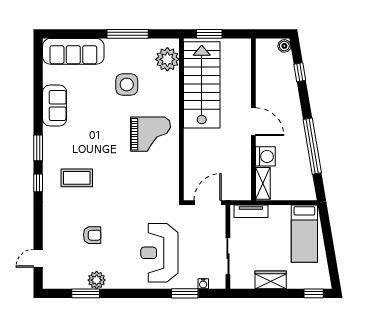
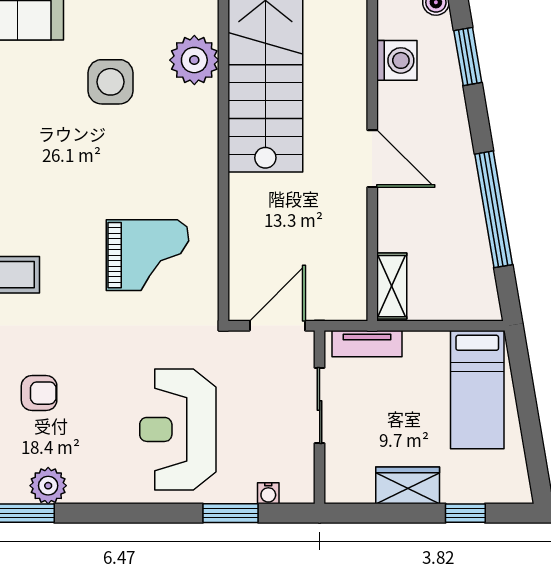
plant: (167, 59) -> (194, 60), moved
window: (300, 72) -> (468, 57), width x1.50
grand piano: (150, 134) -> (148, 255), moved
washing machine: (265, 156) -> (397, 60), moved
sliding door: (228, 256) -> (320, 405), moved
window: (314, 293) -> (465, 513), moved

